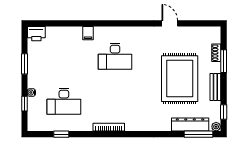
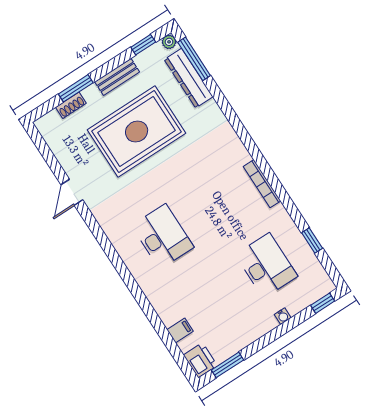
filing cabinet: (88, 33) -> (180, 331), moved
window: (24, 64) -> (228, 365), moved
window: (24, 104) -> (323, 303), moved

